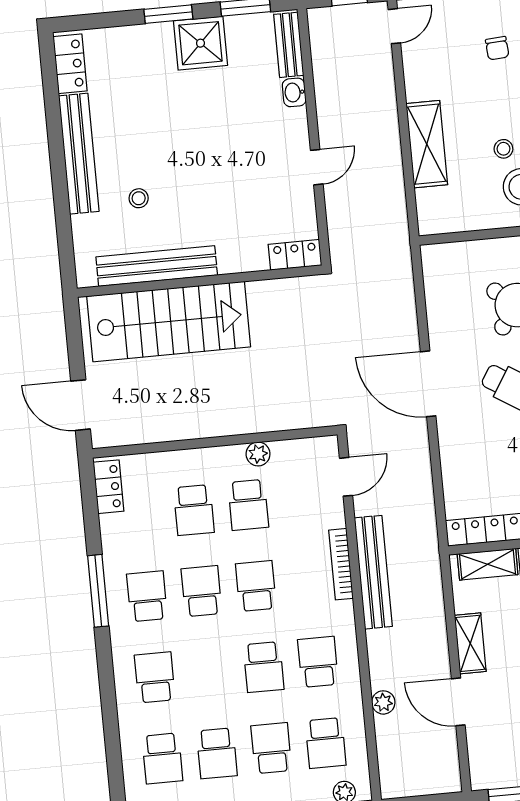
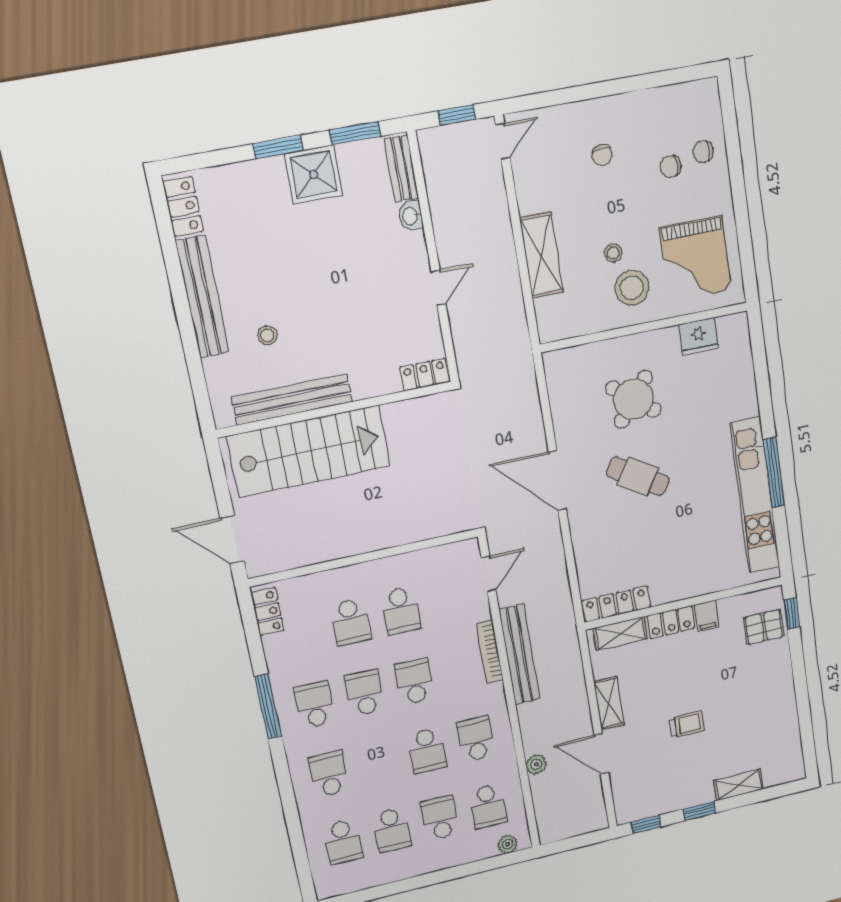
plant: (258, 454) -> (406, 564), removed

